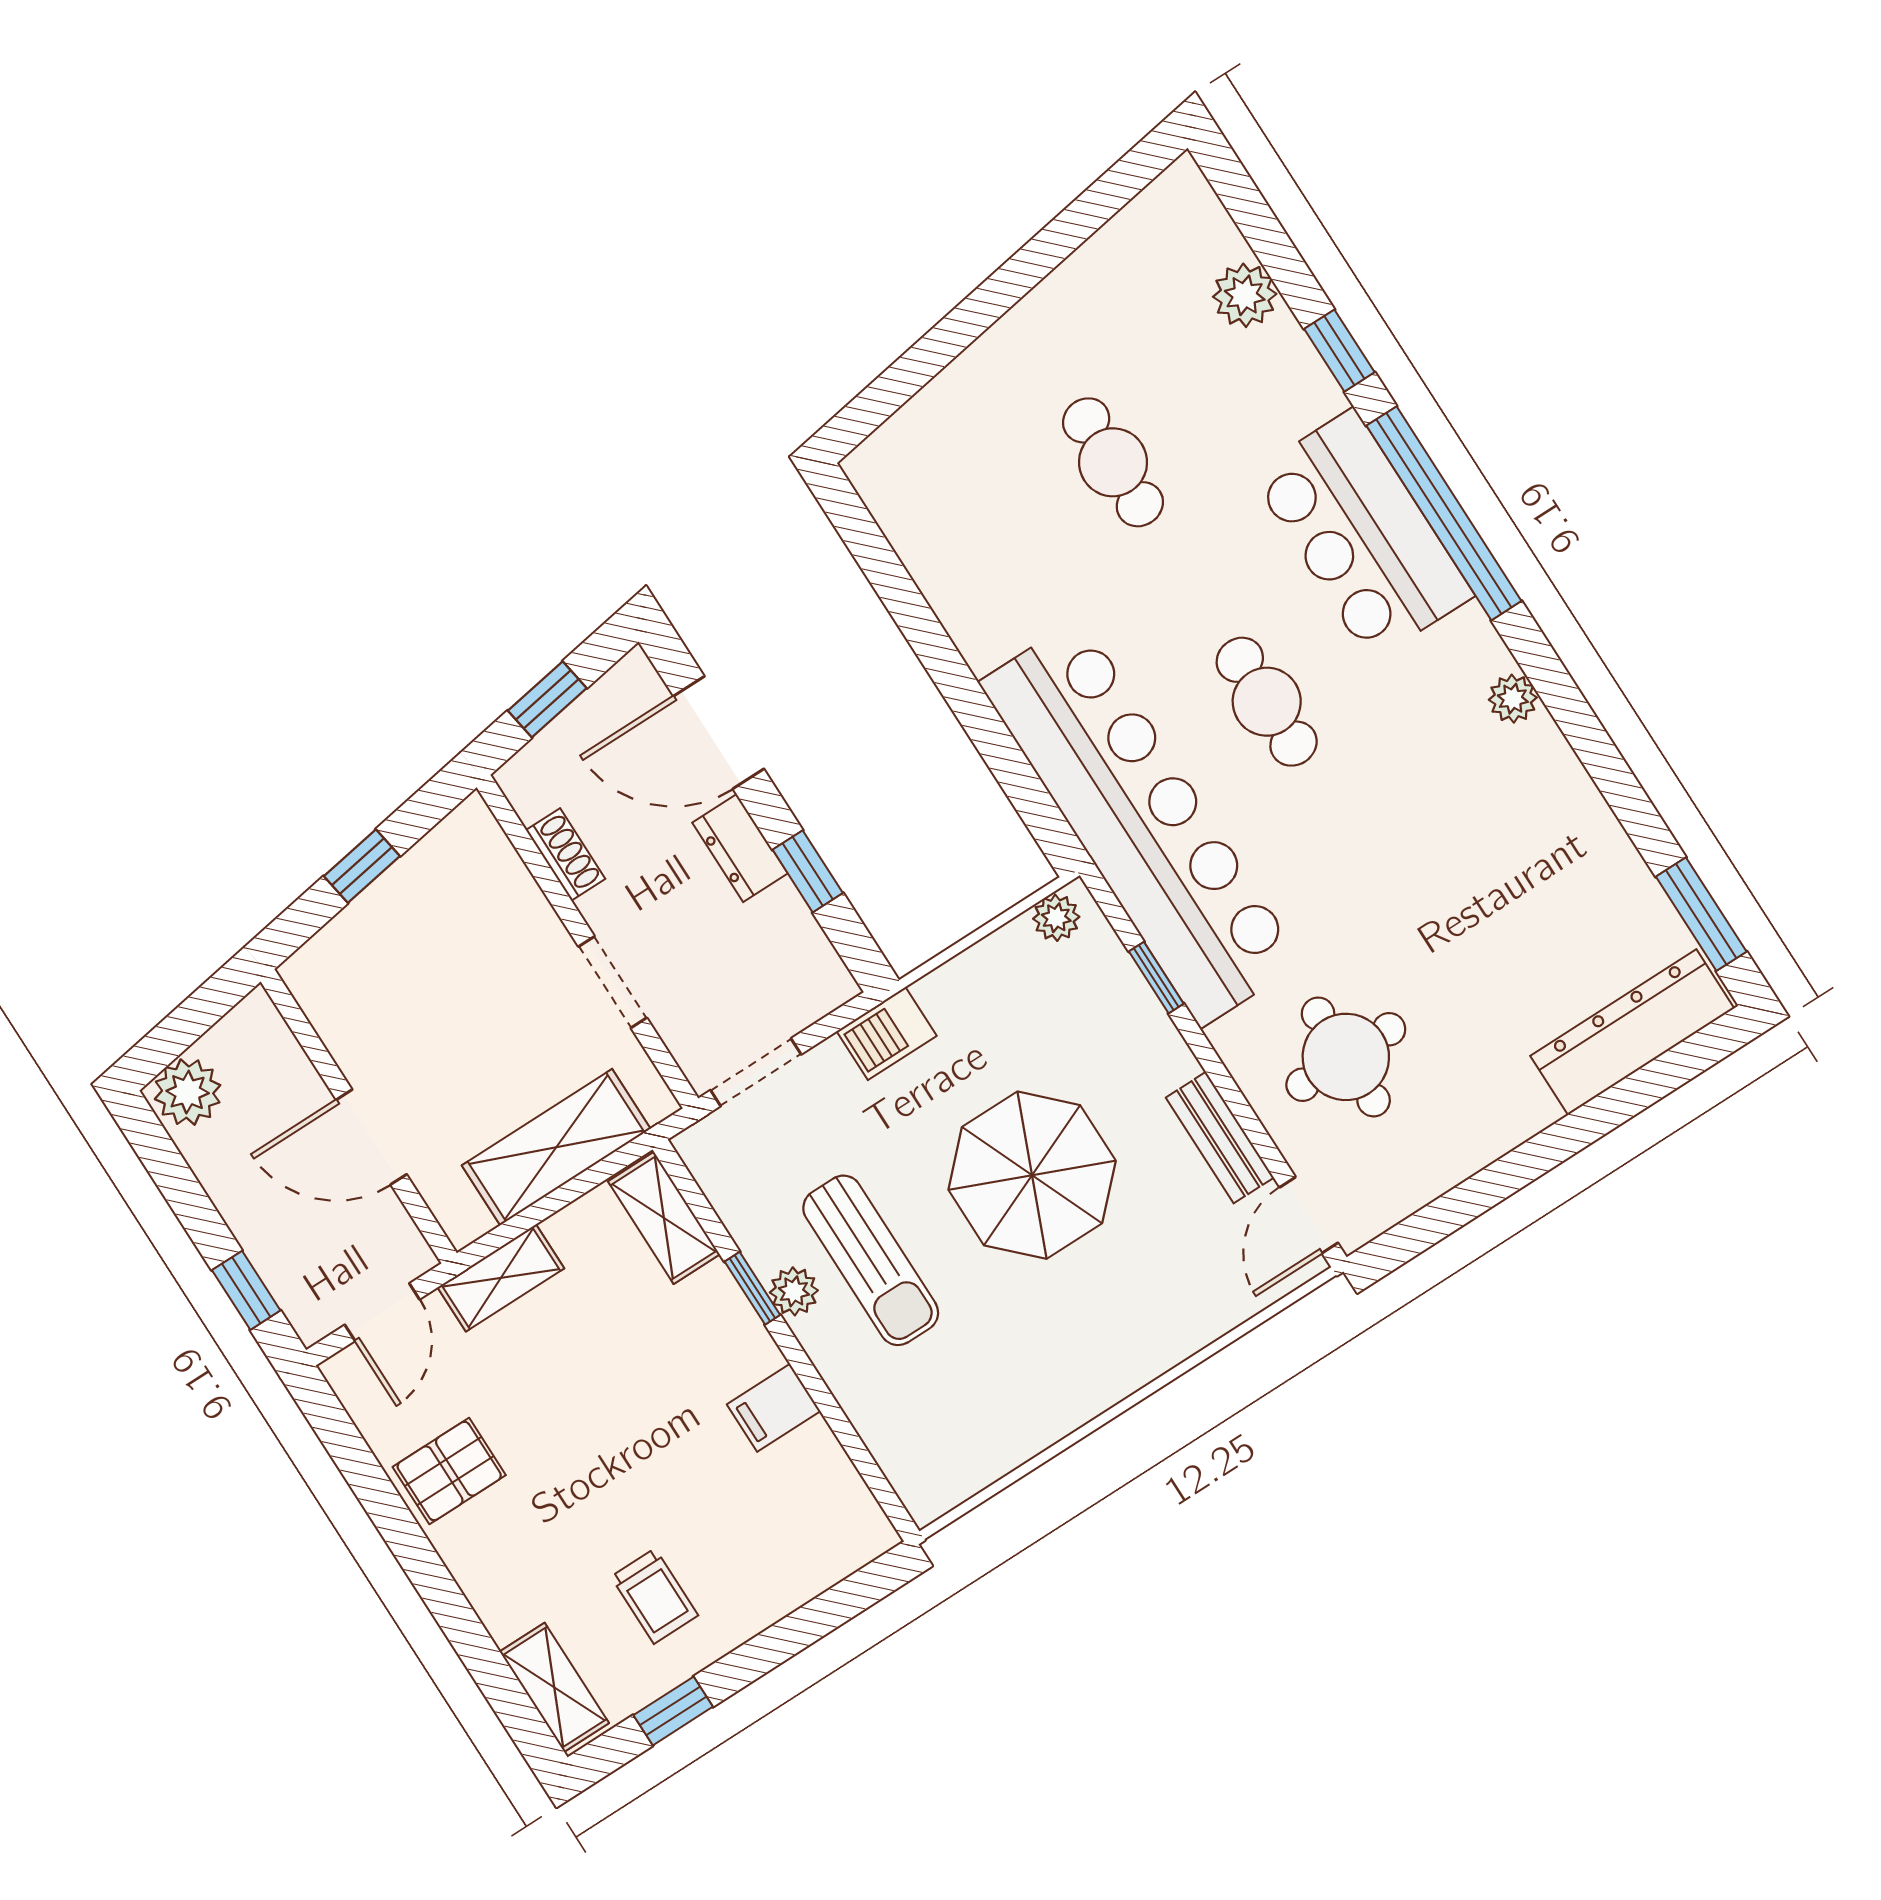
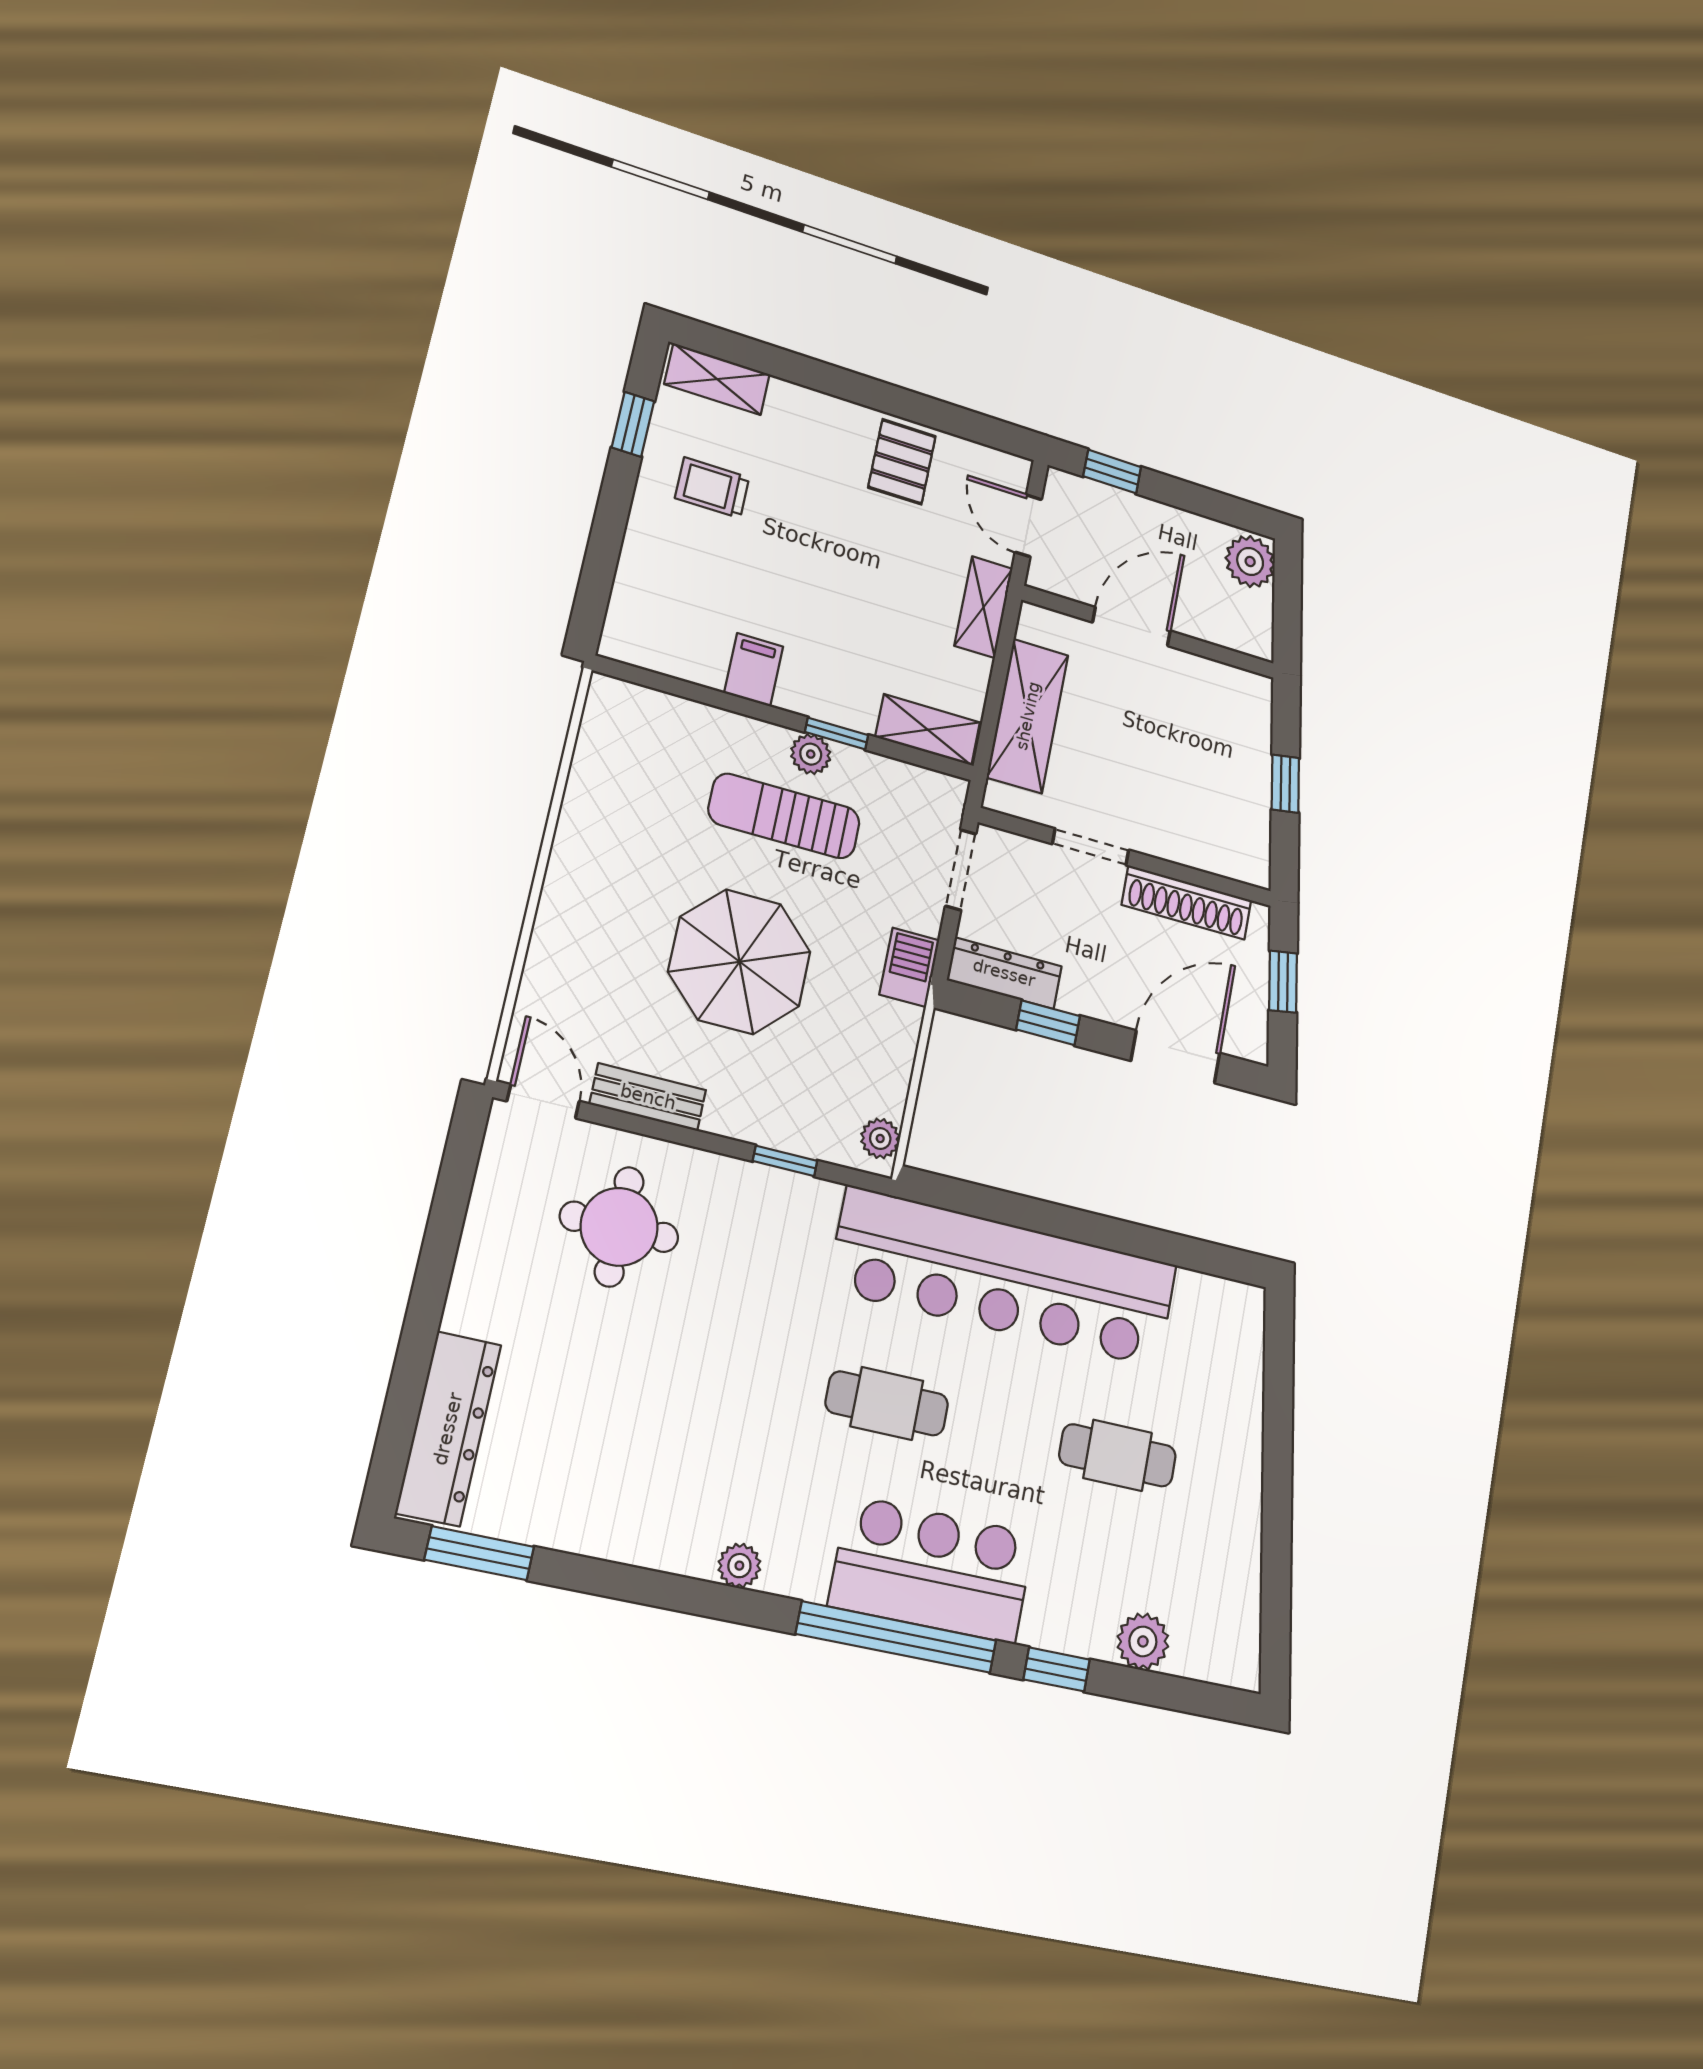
bar counter: (1141, 822) -> (1005, 1277), moved
dresser: (740, 848) -> (1004, 973), moved, width x1.44
shoe rack: (566, 854) -> (1187, 903), width x1.94, depth x1.24

